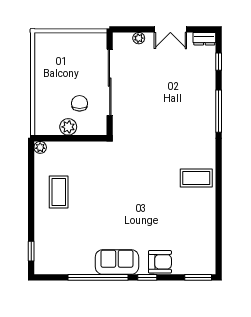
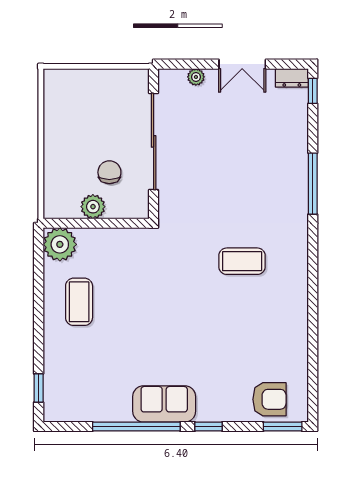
window: (219, 62) -> (313, 91), moved
plant: (40, 147) -> (60, 244), width x1.87, depth x1.87
coffee table: (196, 178) -> (242, 261), moved
armchair: (160, 262) -> (269, 399), moved

